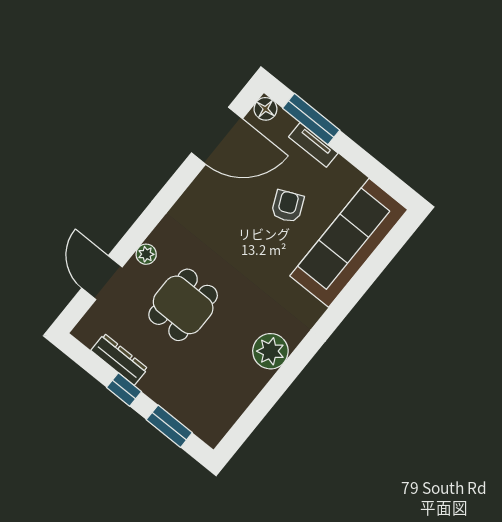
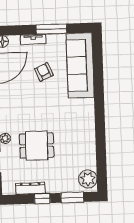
window: (311, 119) -> (51, 29), moved
dining table: (183, 305) -> (37, 146), turned 90
plant: (270, 351) -> (88, 179), moved

